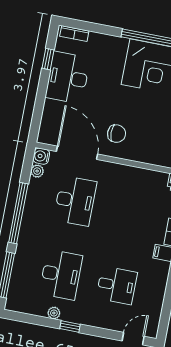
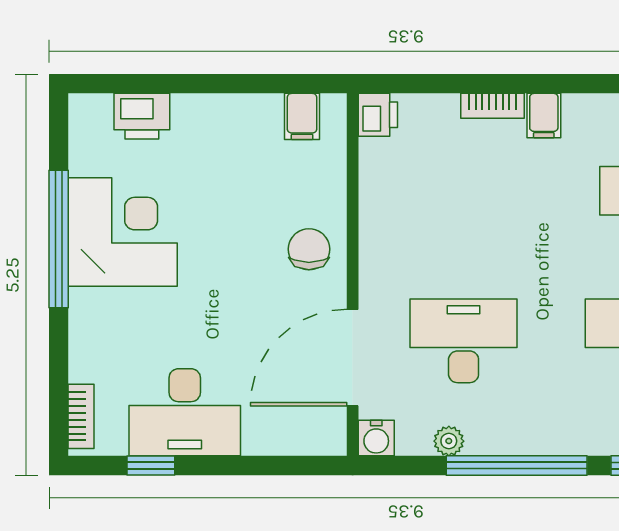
chair: (117, 134) -> (309, 249), moved
plant: (37, 171) -> (449, 441), moved

